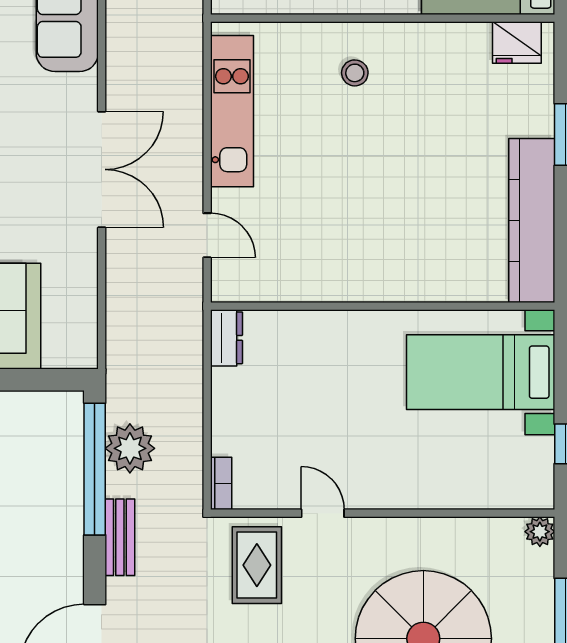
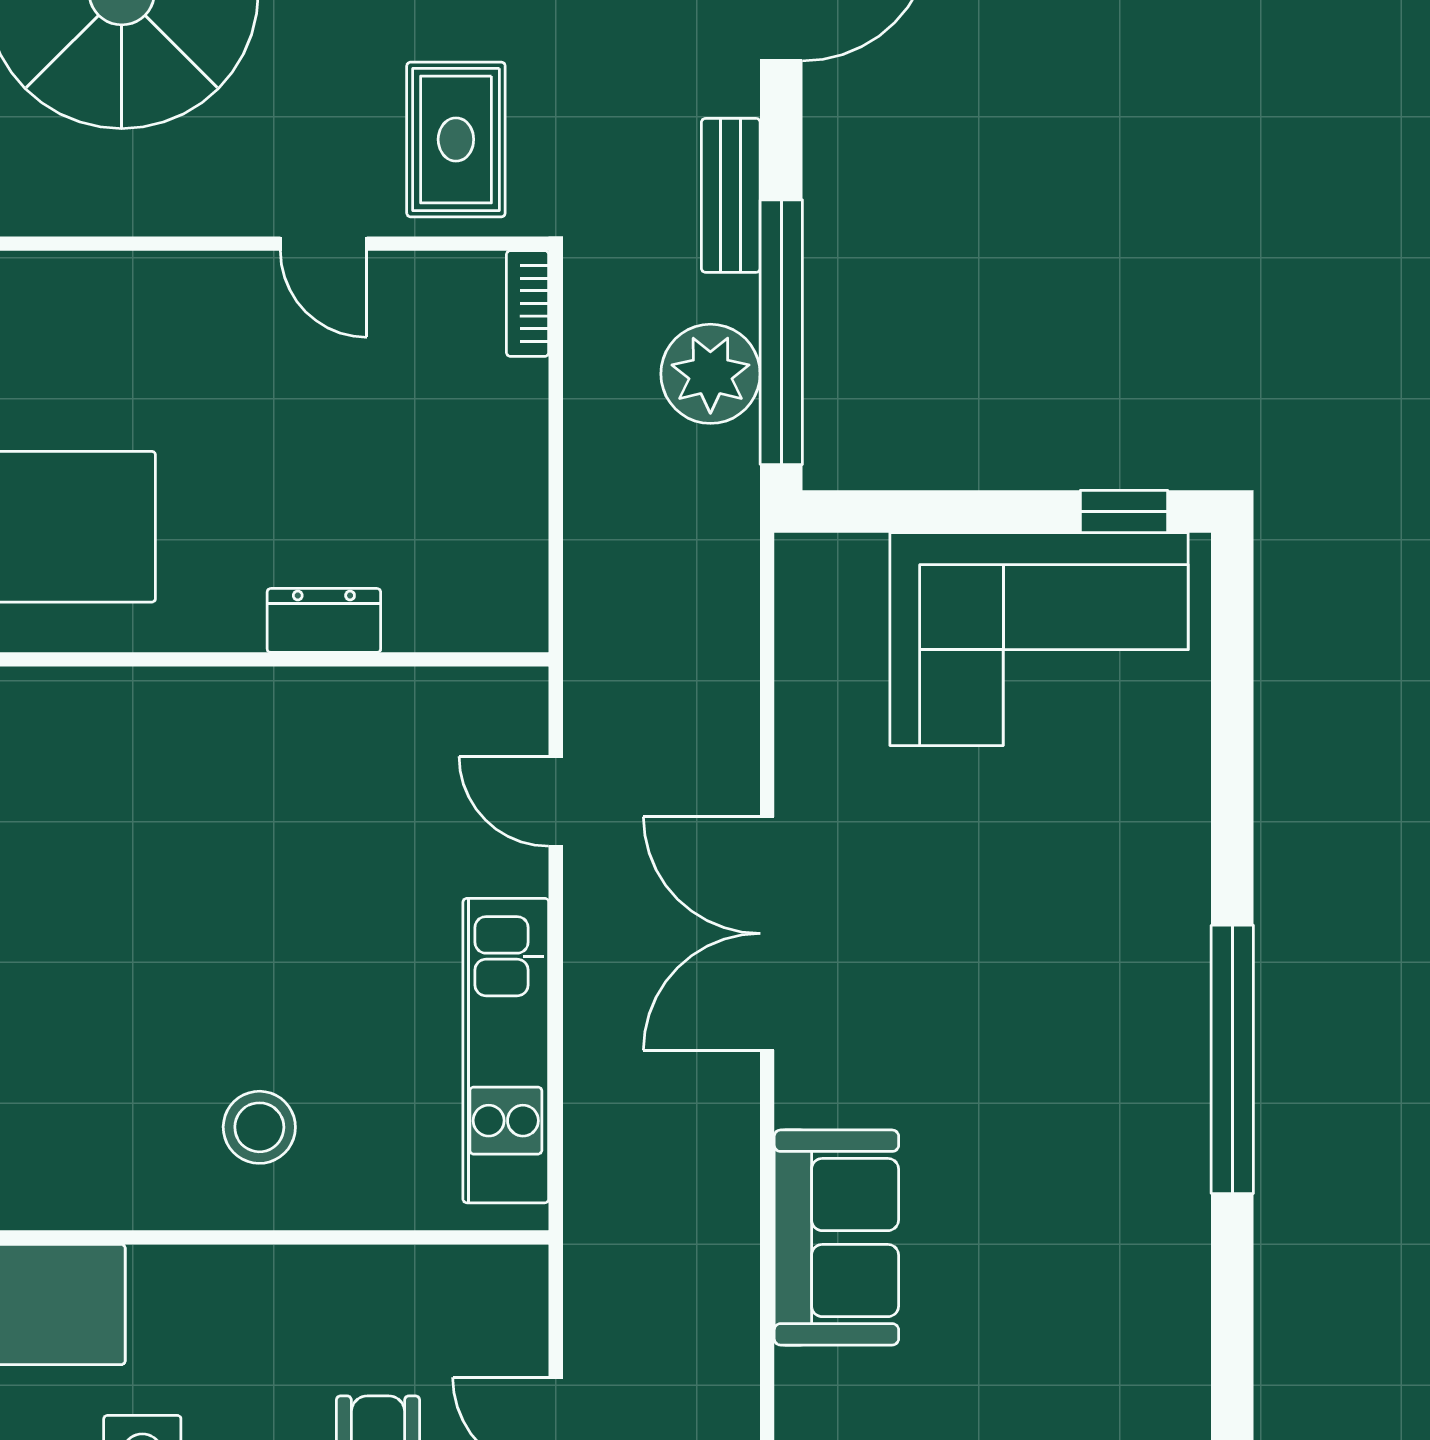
stool: (355, 73) -> (259, 1127), width x1.37, depth x1.37
dresser: (227, 338) -> (324, 620), moved, turned 90

